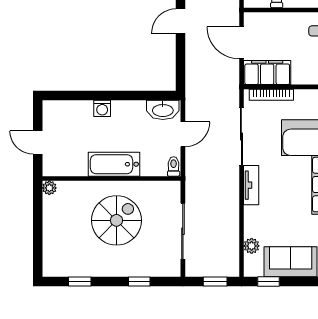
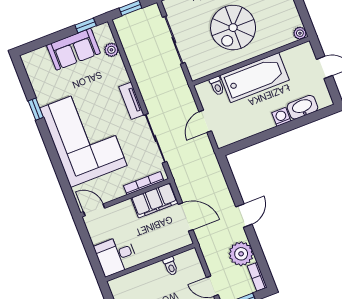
washbasin: (163, 110) -> (302, 107), moved
bathtub: (114, 164) -> (255, 78), width x1.36, depth x1.36
toilet: (174, 166) -> (217, 86), moved

